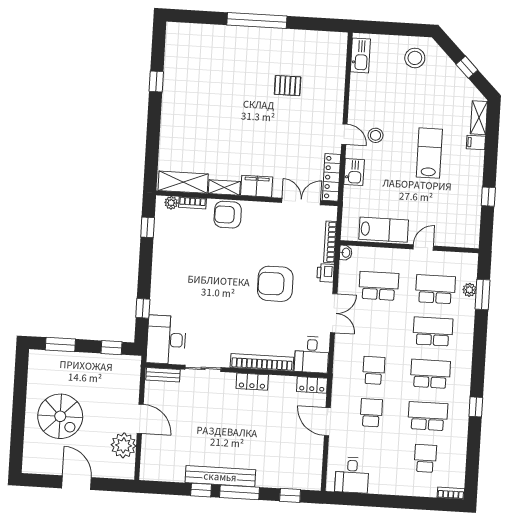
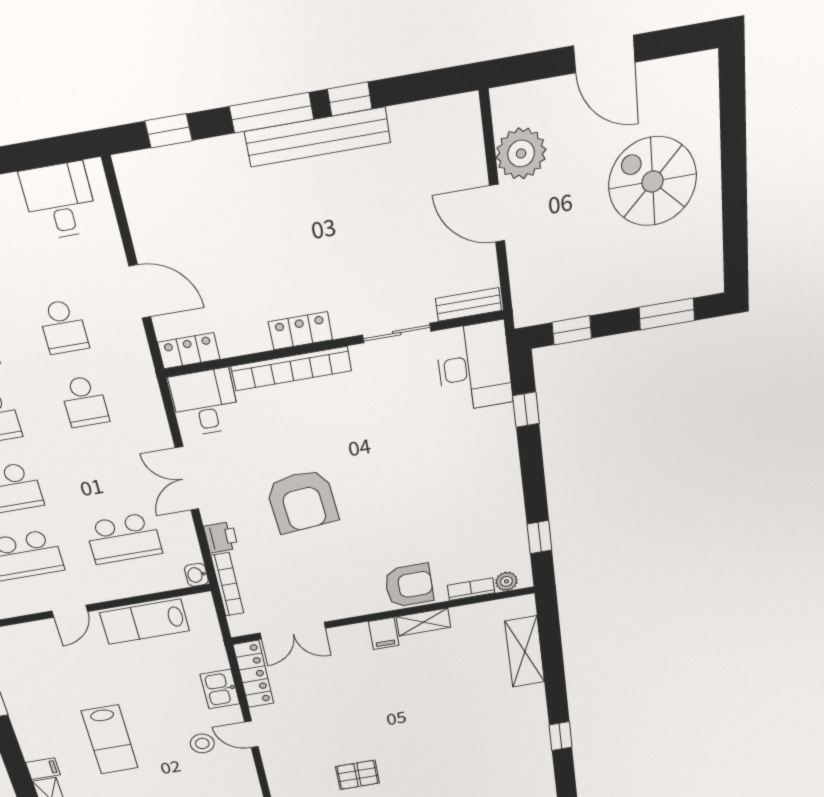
shelving: (183, 182) -> (525, 652), moved, turned 90
filing cabinet: (257, 186) -> (384, 633), width x0.50
armchair: (275, 284) -> (302, 501), turned 85

